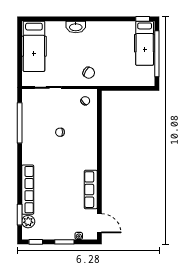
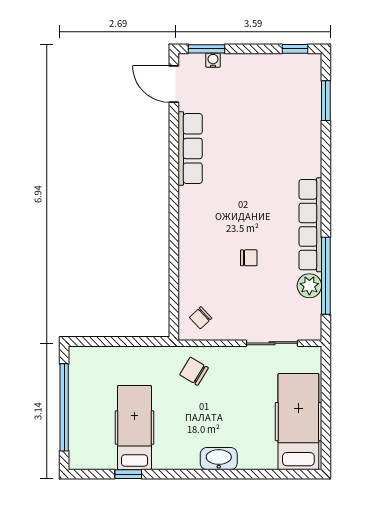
window: (143, 19) -> (128, 474), moved
hospital bed: (145, 43) -> (134, 428), moved
row of seats: (28, 190) -> (310, 225), moved
plant: (28, 222) -> (309, 286), moved
window: (64, 242) -> (206, 49), moved

